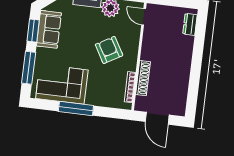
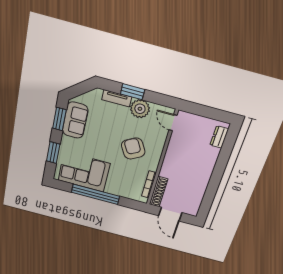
window: (29, 68) -> (53, 153), width x0.69
shoe rack: (143, 78) -> (158, 192), moved
window: (76, 108) -> (95, 194), width x1.46

